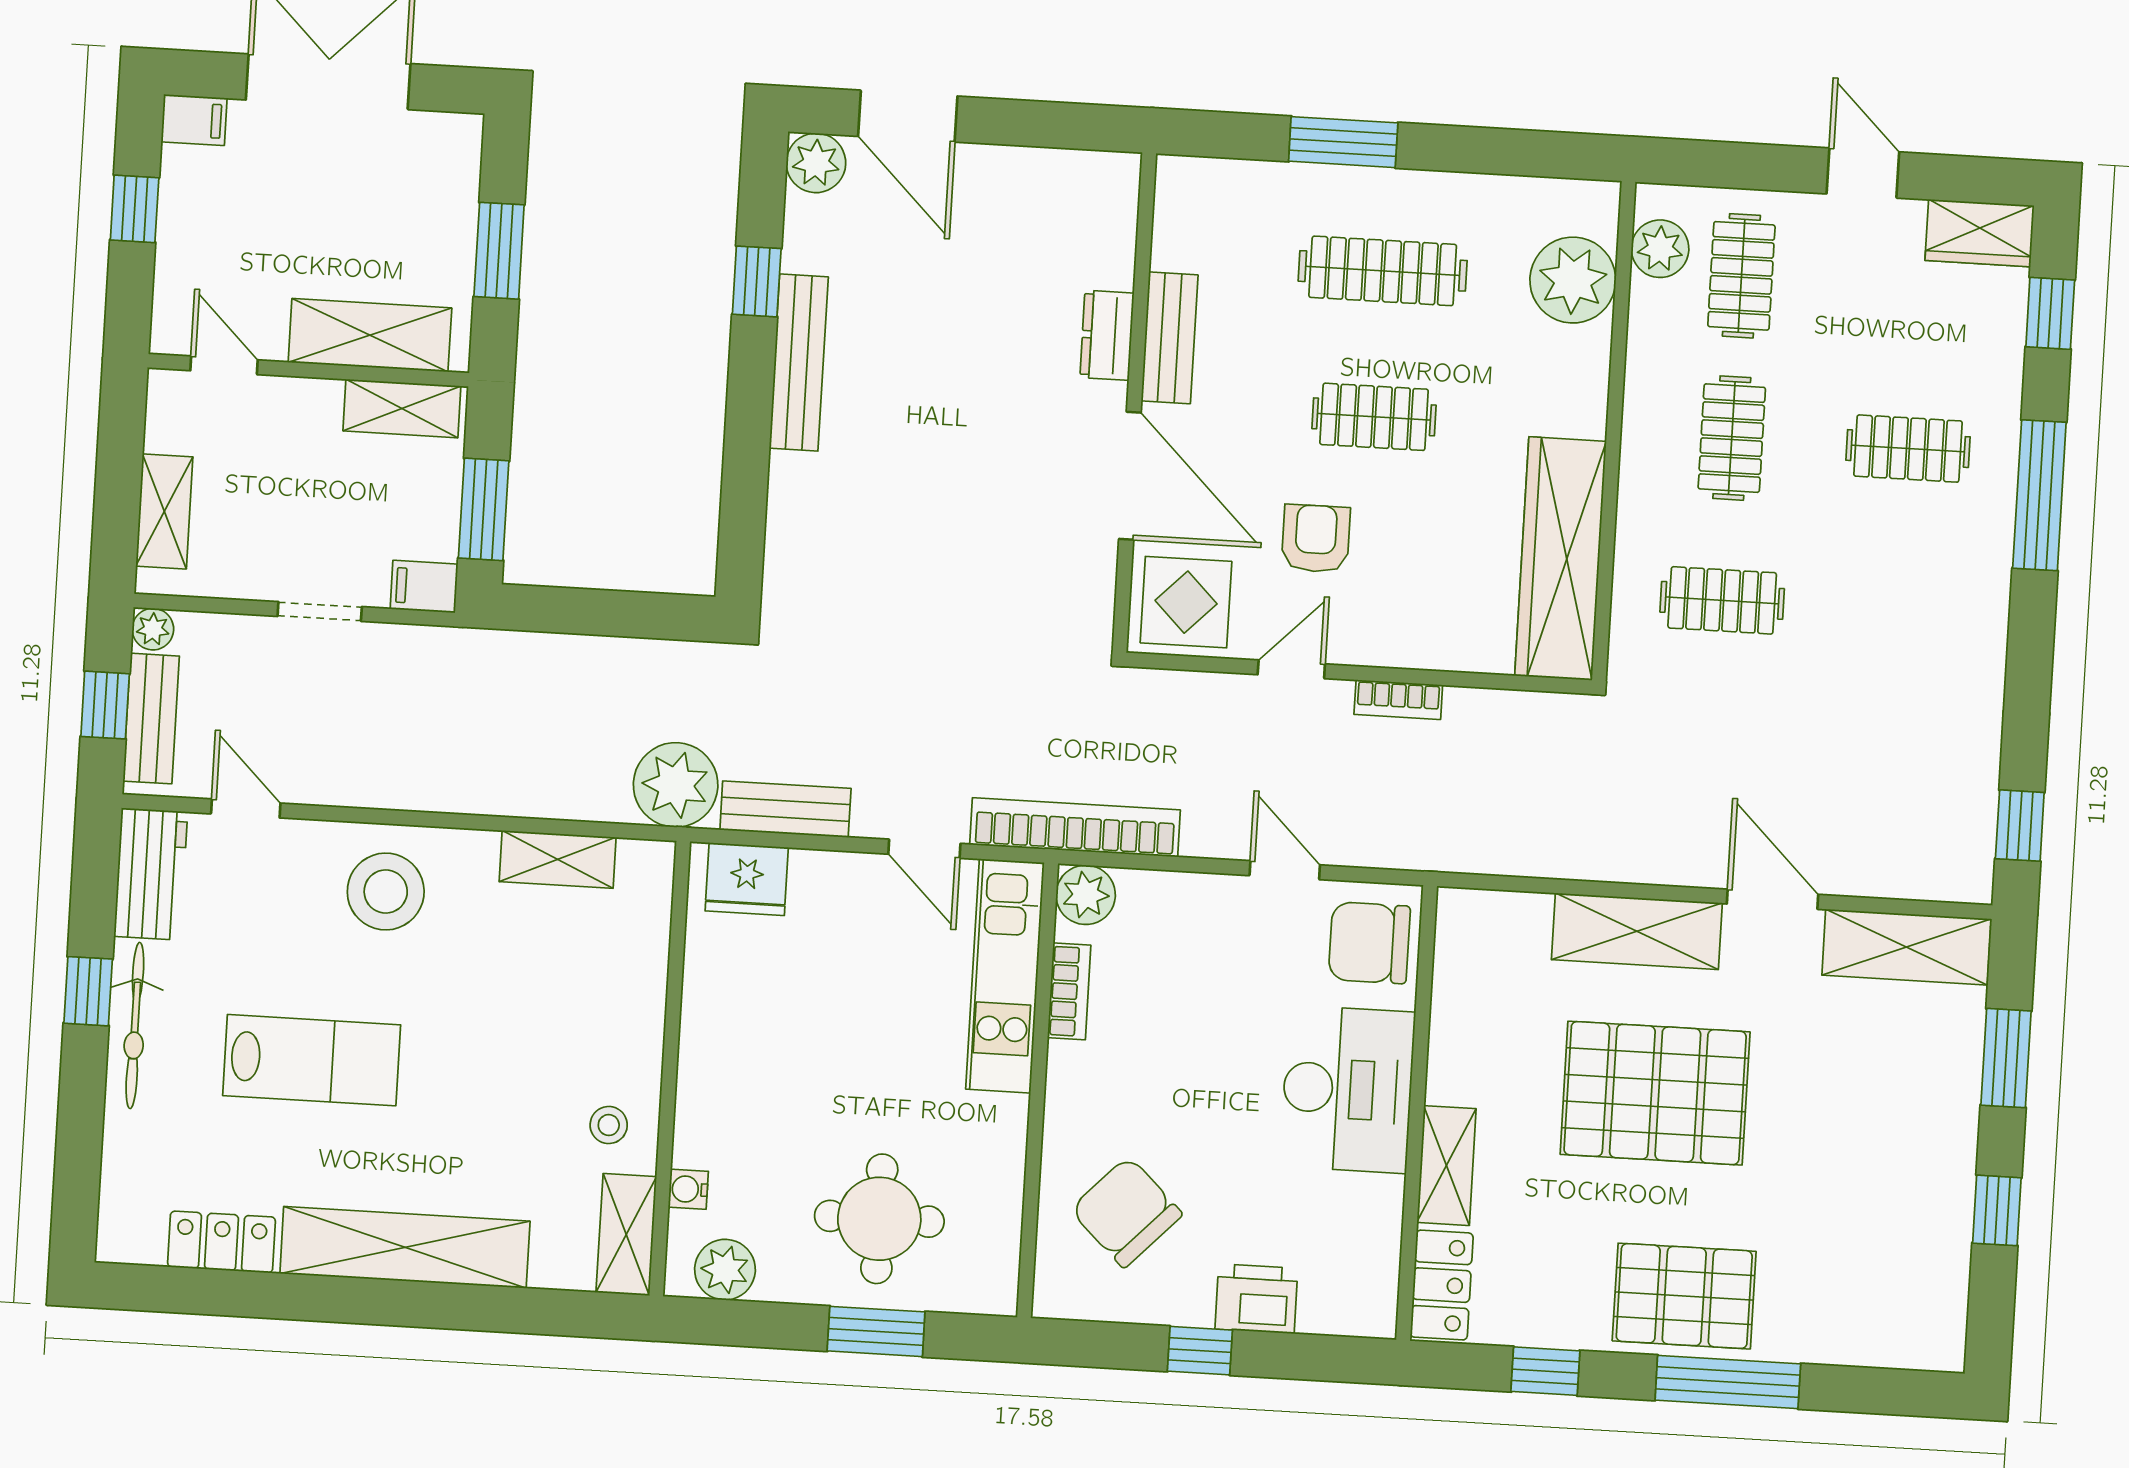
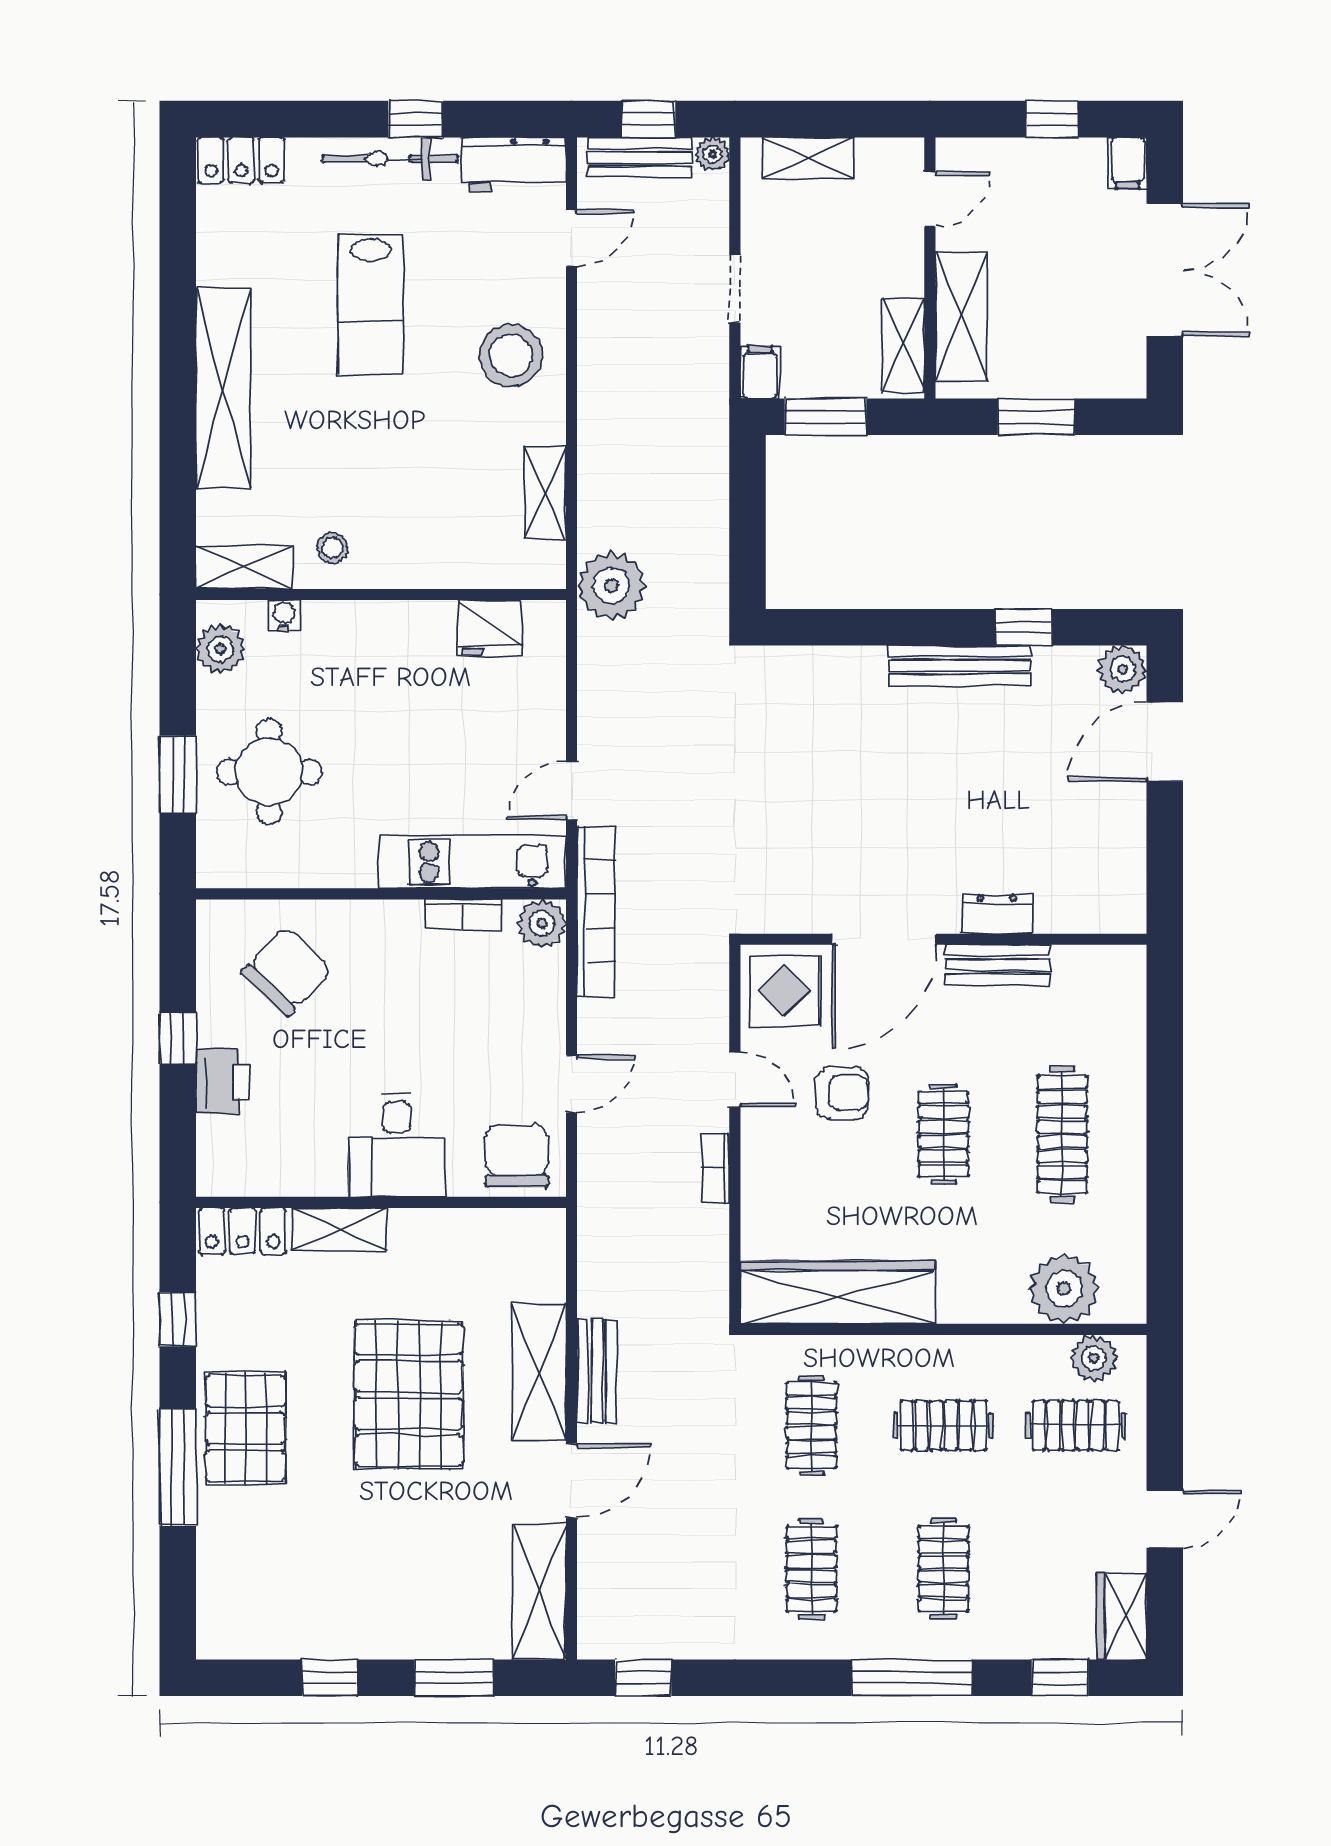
window: (1343, 142) -> (1165, 1096), removed
clothes rail: (1898, 611) -> (811, 1569), added
bench: (785, 809) -> (597, 1371), moved
fridge: (747, 879) -> (489, 628), moved, turned -90
desk: (1348, 1089) -> (397, 1145), width x0.73
locker: (221, 1242) -> (241, 160), moved, turned 90

